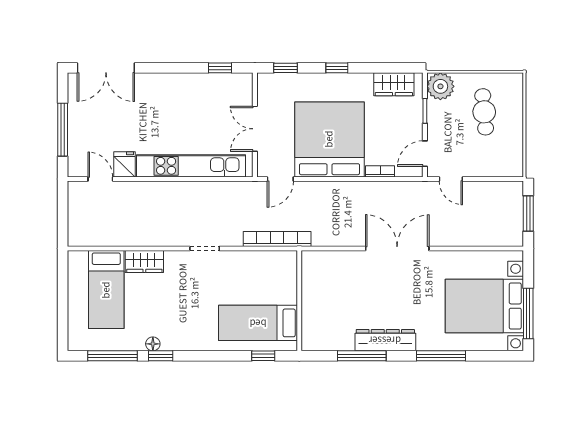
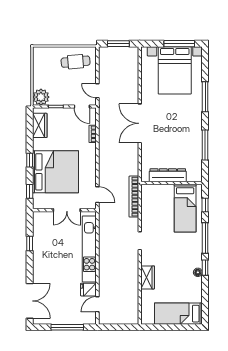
window: (220, 68) -> (30, 244), moved
cafe table: (484, 112) -> (76, 62), moved
bed: (329, 139) -> (56, 172), moved, turned 180
door: (451, 179) -> (97, 91), swing flipped
bed: (106, 290) -> (178, 314), moved, turned 180
dresser: (385, 340) -> (168, 175), moved, turned 90
window: (113, 356) -> (205, 238), moved

